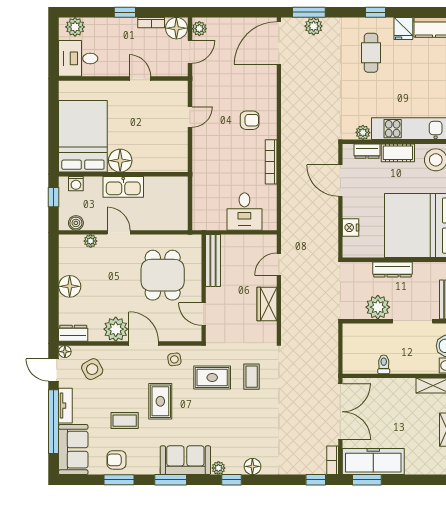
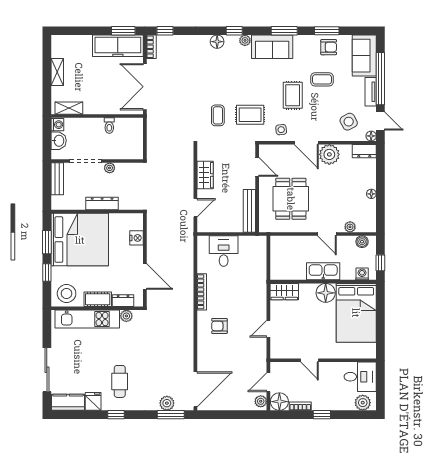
wardrobe: (171, 162) -> (284, 292), added
floor lamp: (70, 286) -> (371, 194), width x0.53, depth x0.53
plant: (378, 307) -> (110, 168), width x0.53, depth x0.53

